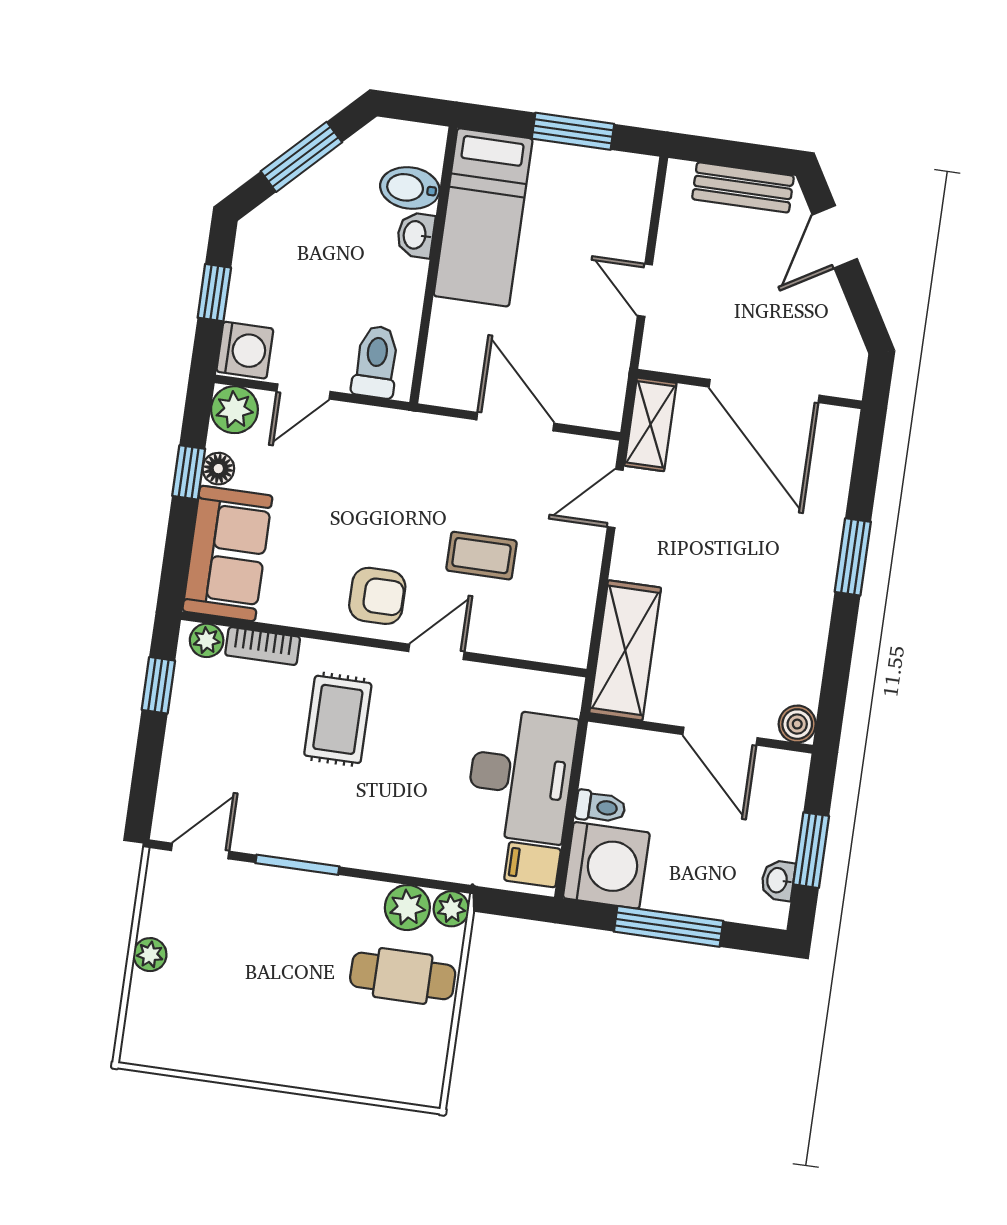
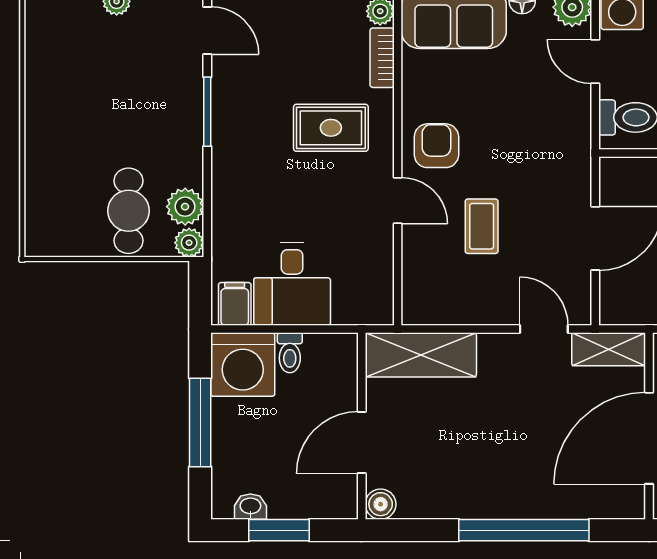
window: (853, 557) -> (524, 530), width x2.11
armchair: (377, 596) -> (436, 146), turned 180
desk: (521, 775) -> (292, 284), width x0.73

